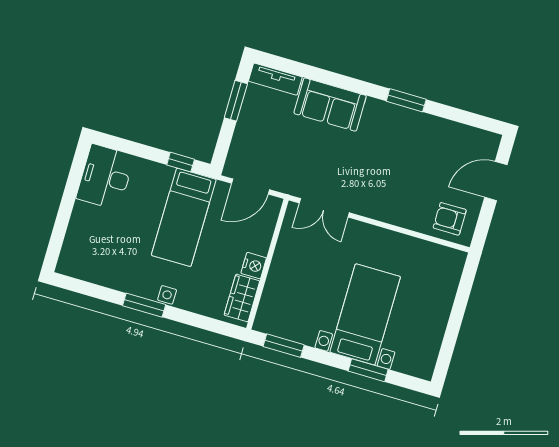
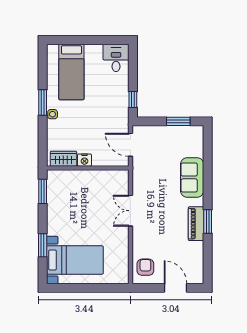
tv unit: (275, 79) -> (198, 141), removed
piano: (404, 119) -> (196, 224), added
desk: (105, 177) -> (116, 58), width x0.73
double door: (324, 208) -> (130, 211), moved
bed: (184, 217) -> (71, 72), moved, turned -90
bed with nightstands: (365, 314) -> (75, 260), moved

